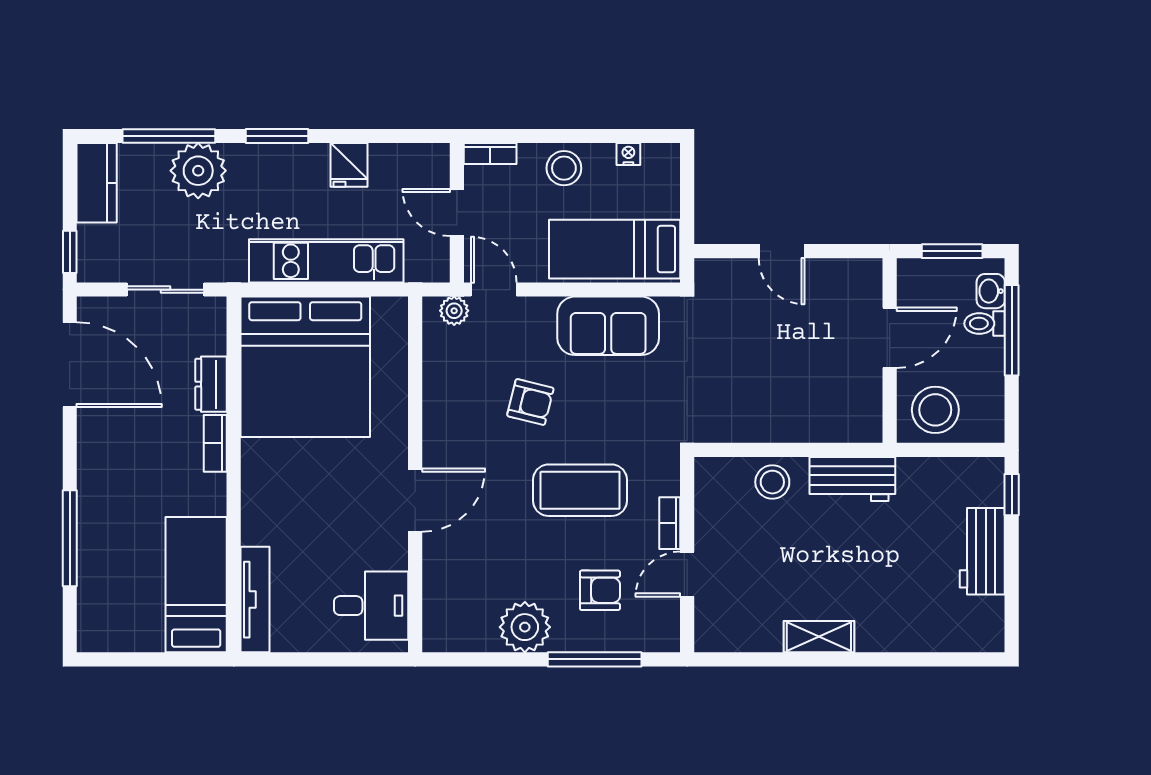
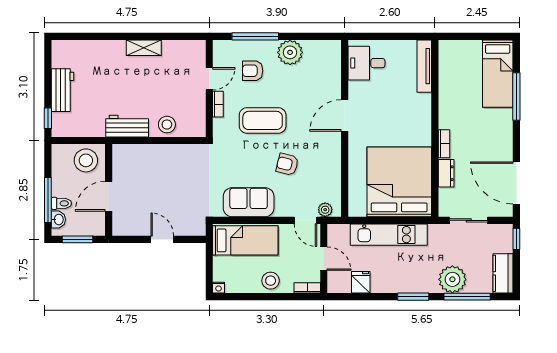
nightstand: (628, 154) -> (219, 288), moved
fridge: (349, 165) -> (361, 282), moved
bed: (196, 585) -> (498, 74), moved

